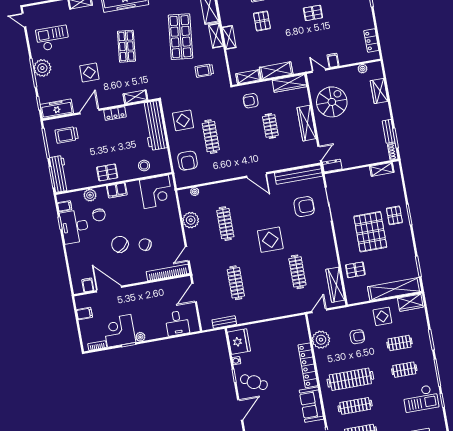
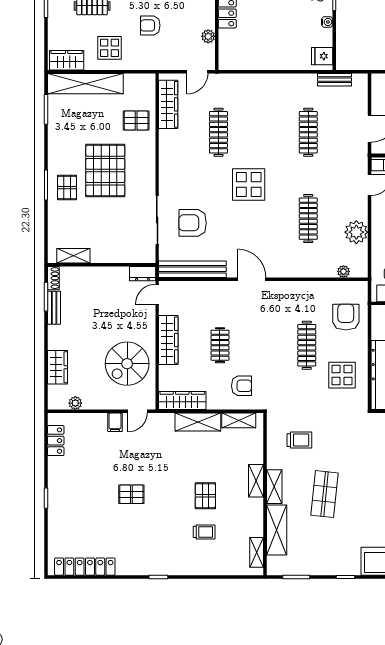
shop shelf: (180, 37) -> (325, 494), width x0.70, depth x0.74
door: (319, 71) -> (138, 411), hinge flipped
plant: (321, 340) -> (208, 36), width x0.53, depth x0.53
fridge: (239, 342) -> (322, 56), width x0.53, depth x0.75

